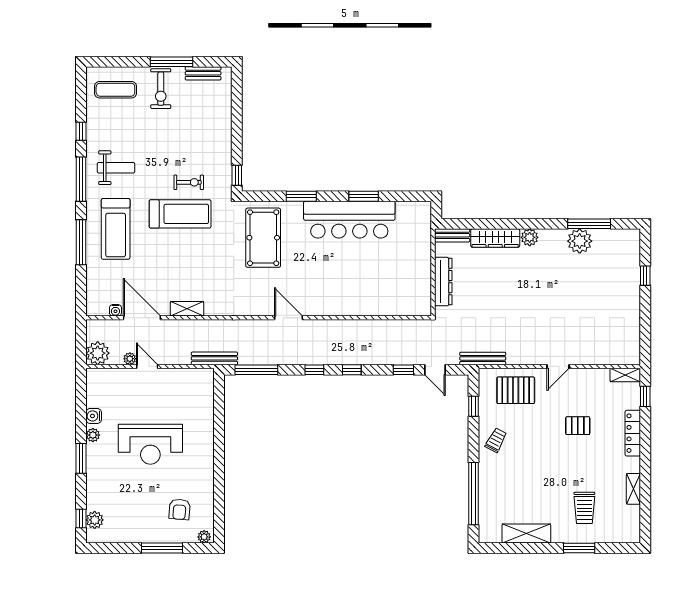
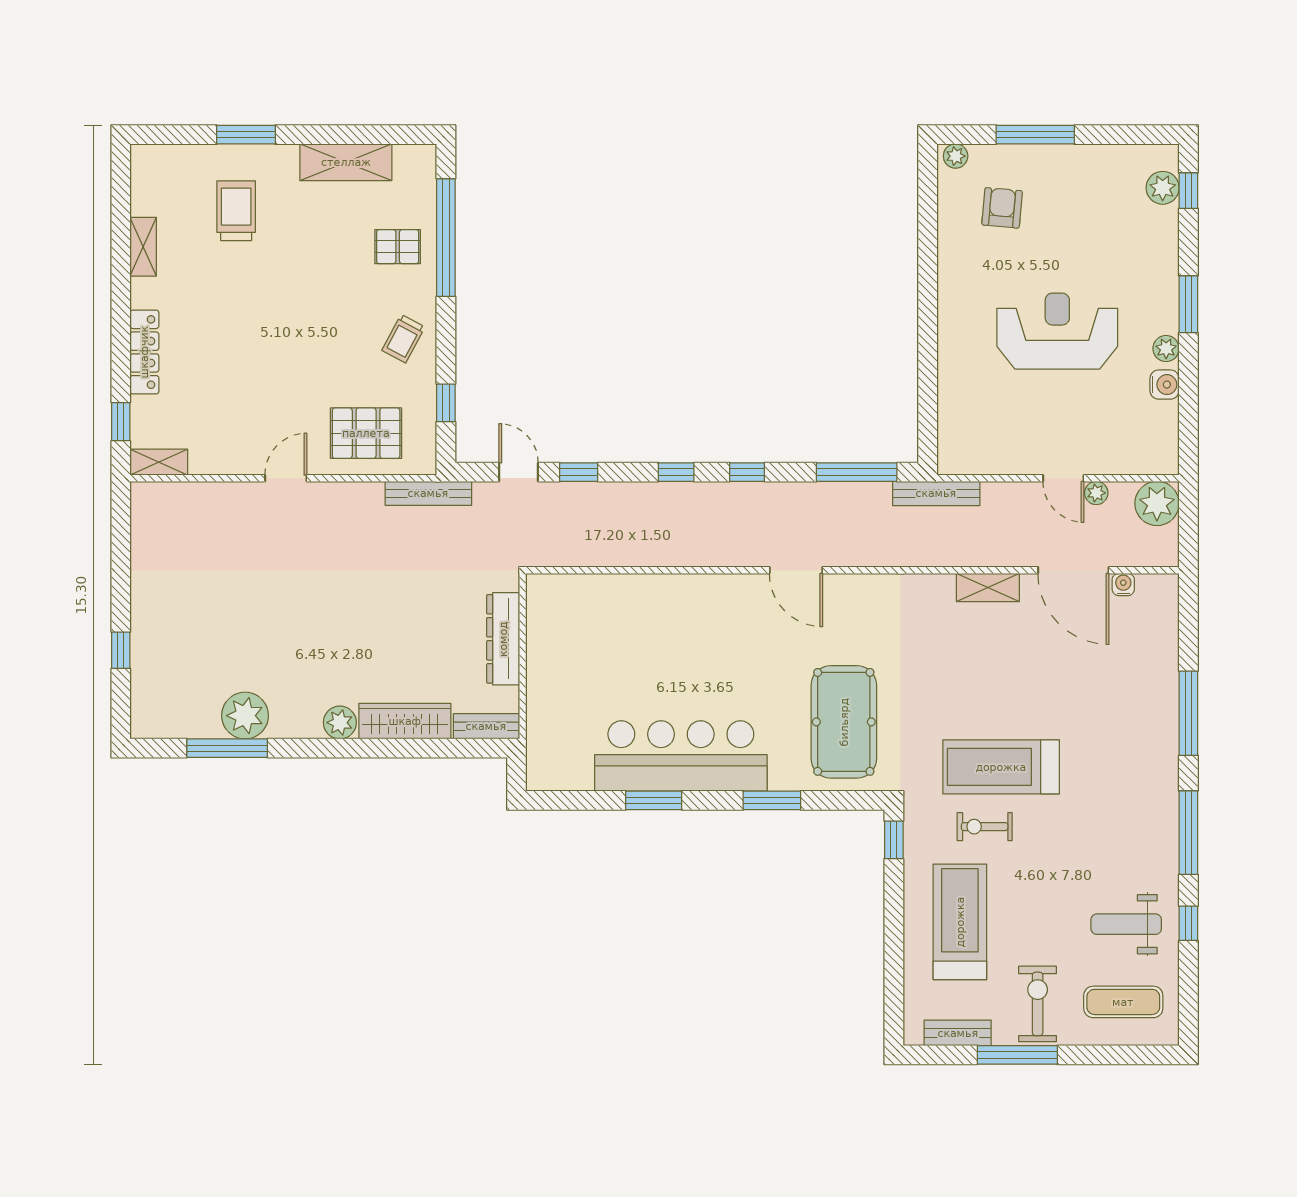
weight bench: (116, 168) -> (1126, 924), moved
treadmill: (116, 229) -> (960, 922), moved
pallet: (578, 426) -> (398, 247), moved

